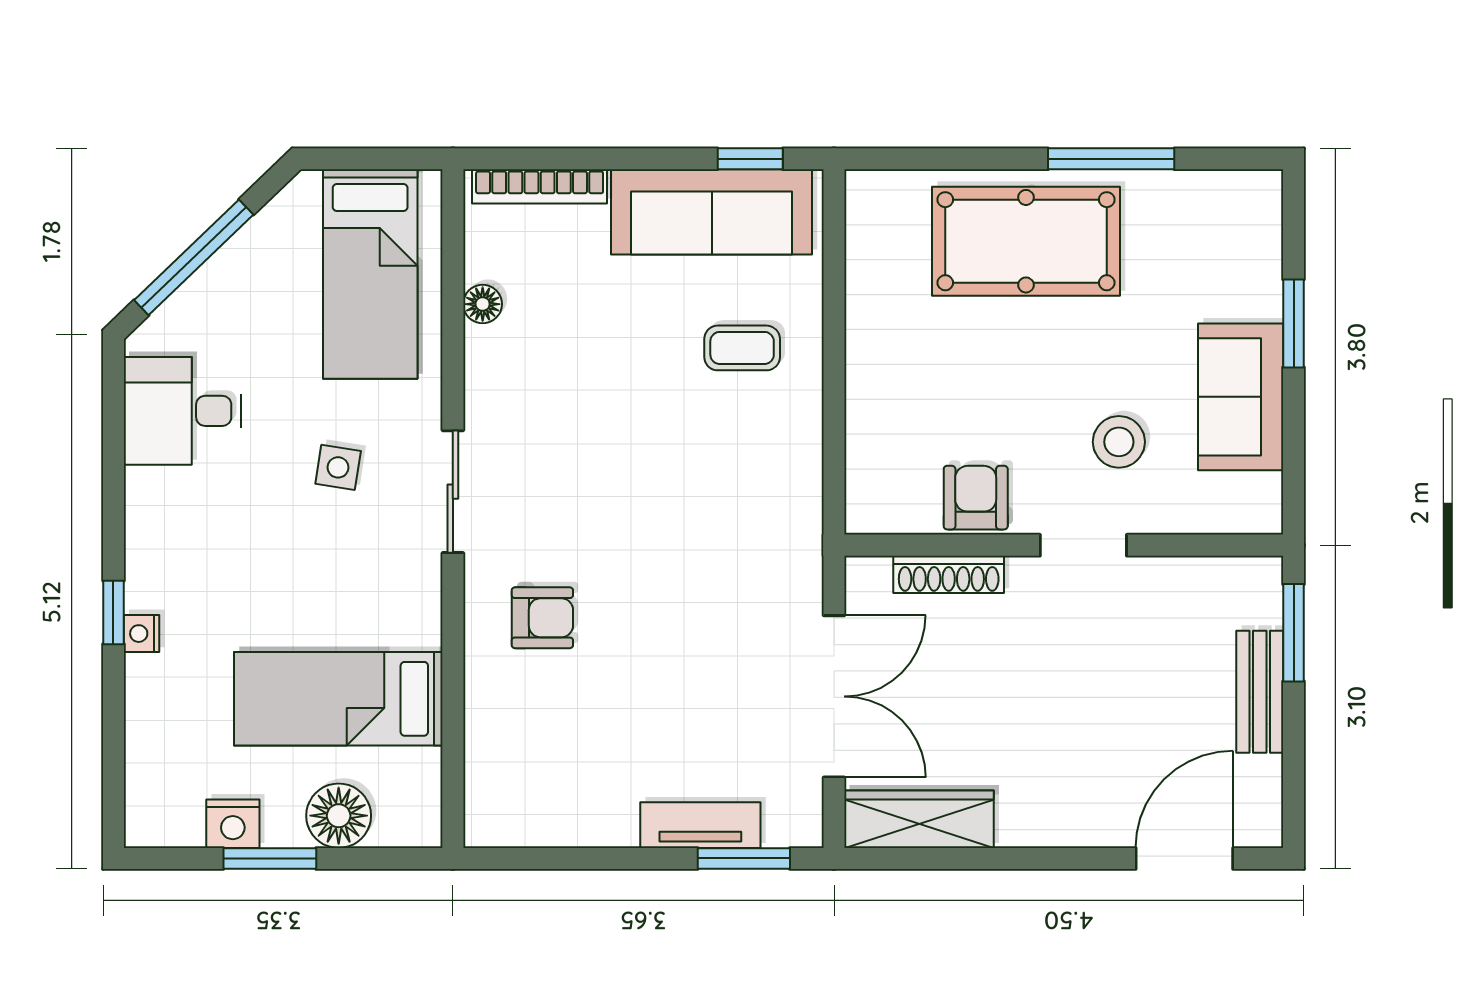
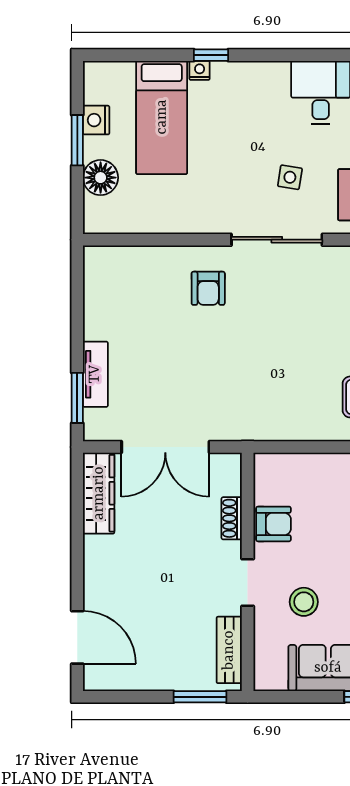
sliding door: (453, 492) -> (277, 240), width x1.37
shoe rack: (949, 574) -> (232, 518), width x0.70
bench: (1260, 692) -> (229, 650), moved, turned 90
bed: (338, 699) -> (162, 117), moved, turned 180

